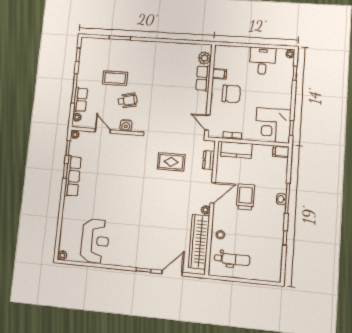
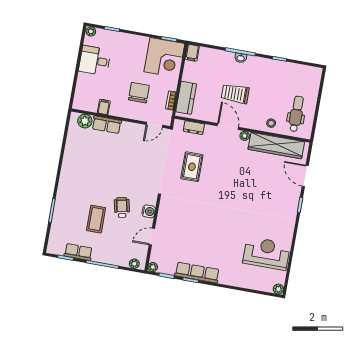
chair: (231, 94) -> (139, 93), moved
row of seats: (80, 100) -> (78, 252), moved

